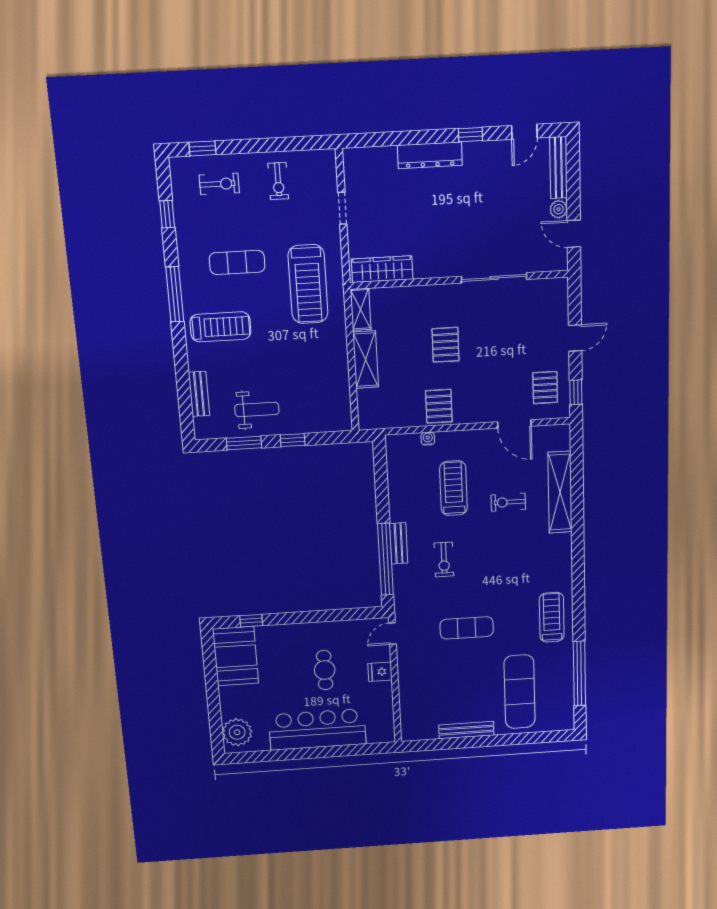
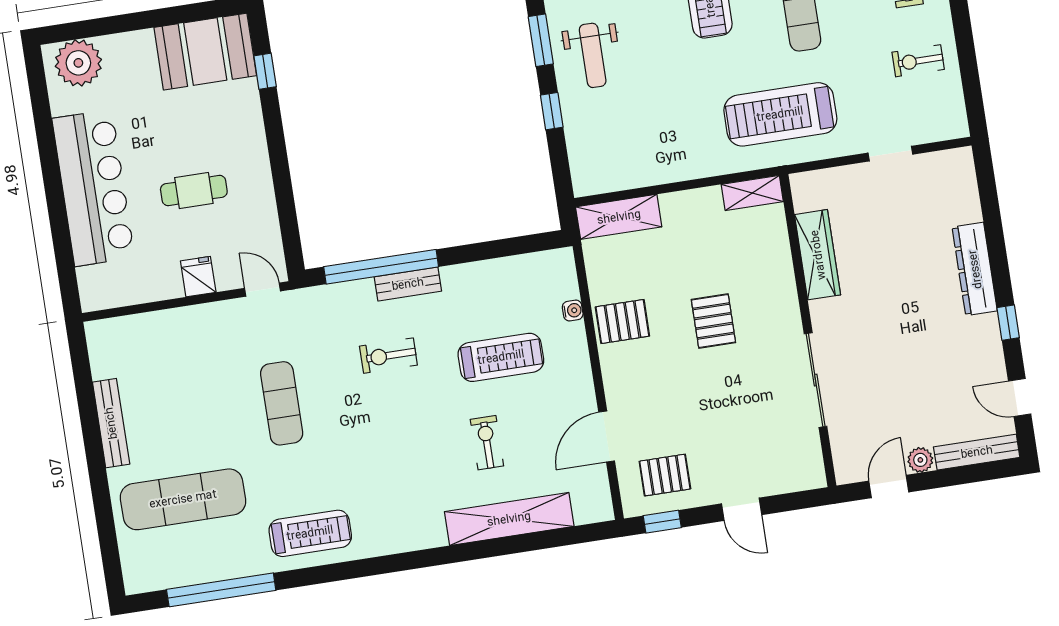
wardrobe: (382, 269) -> (818, 255), moved
pallet: (446, 345) -> (713, 321), turned 90
shelving: (366, 360) -> (619, 217), moved

